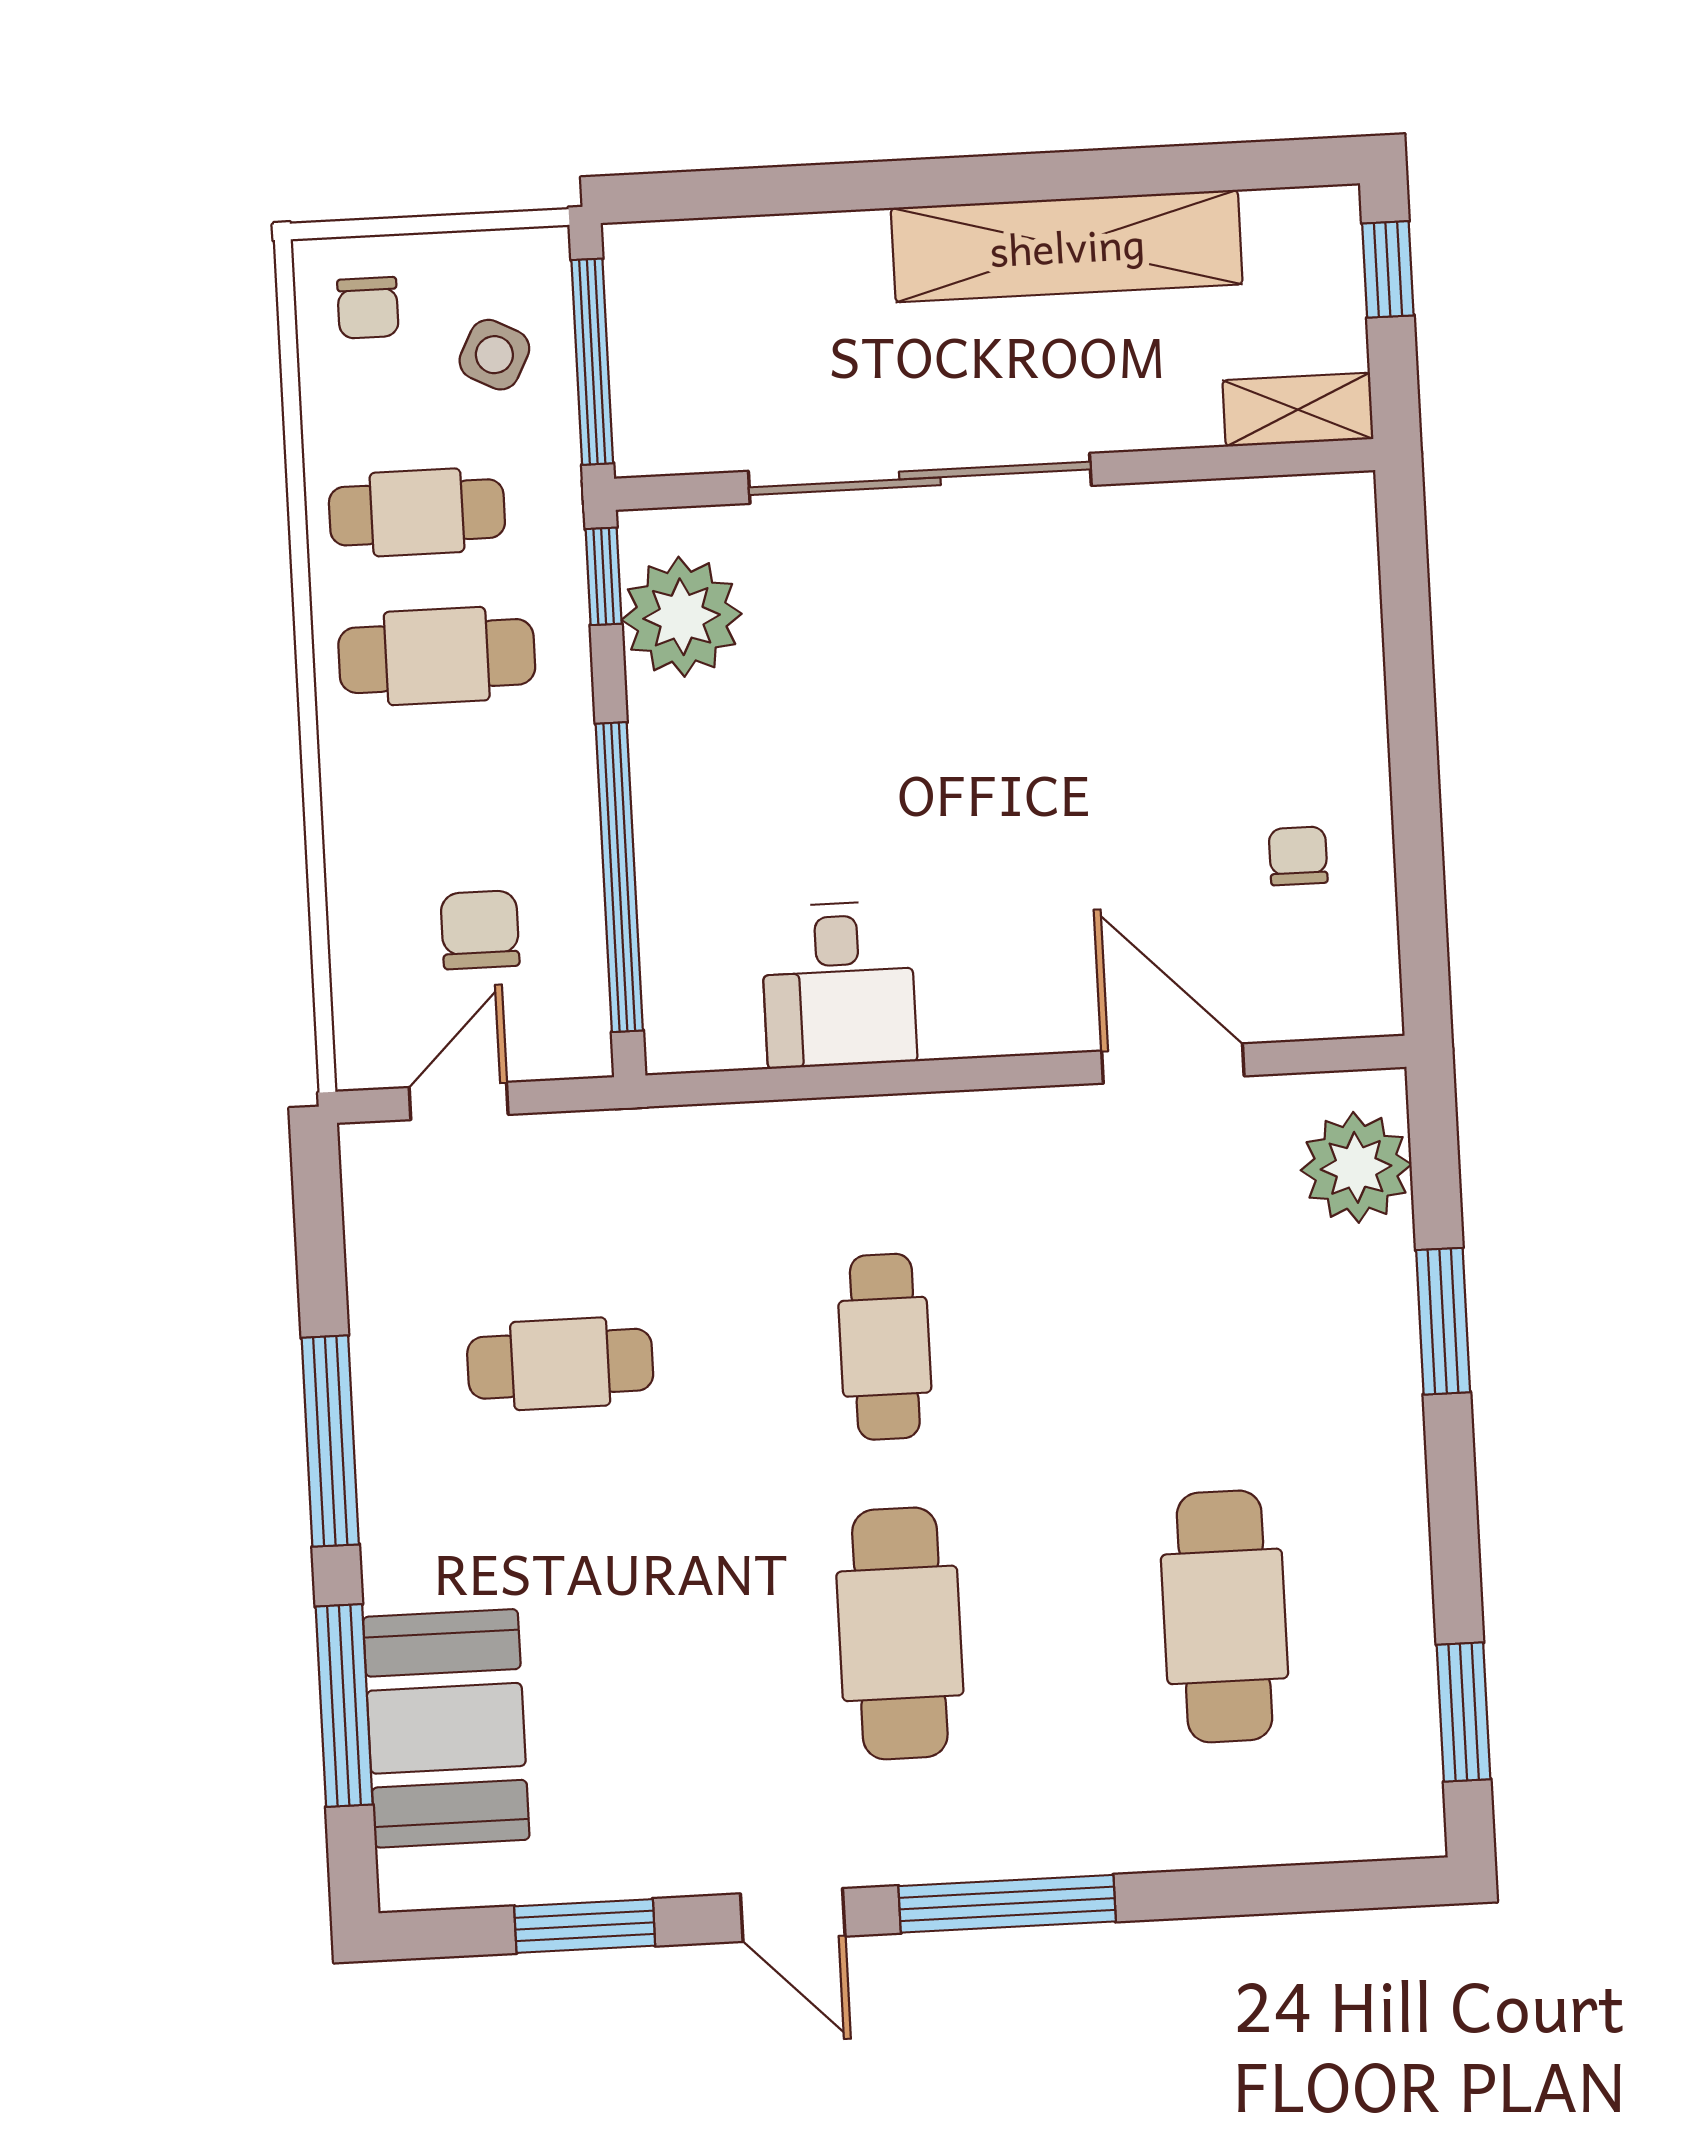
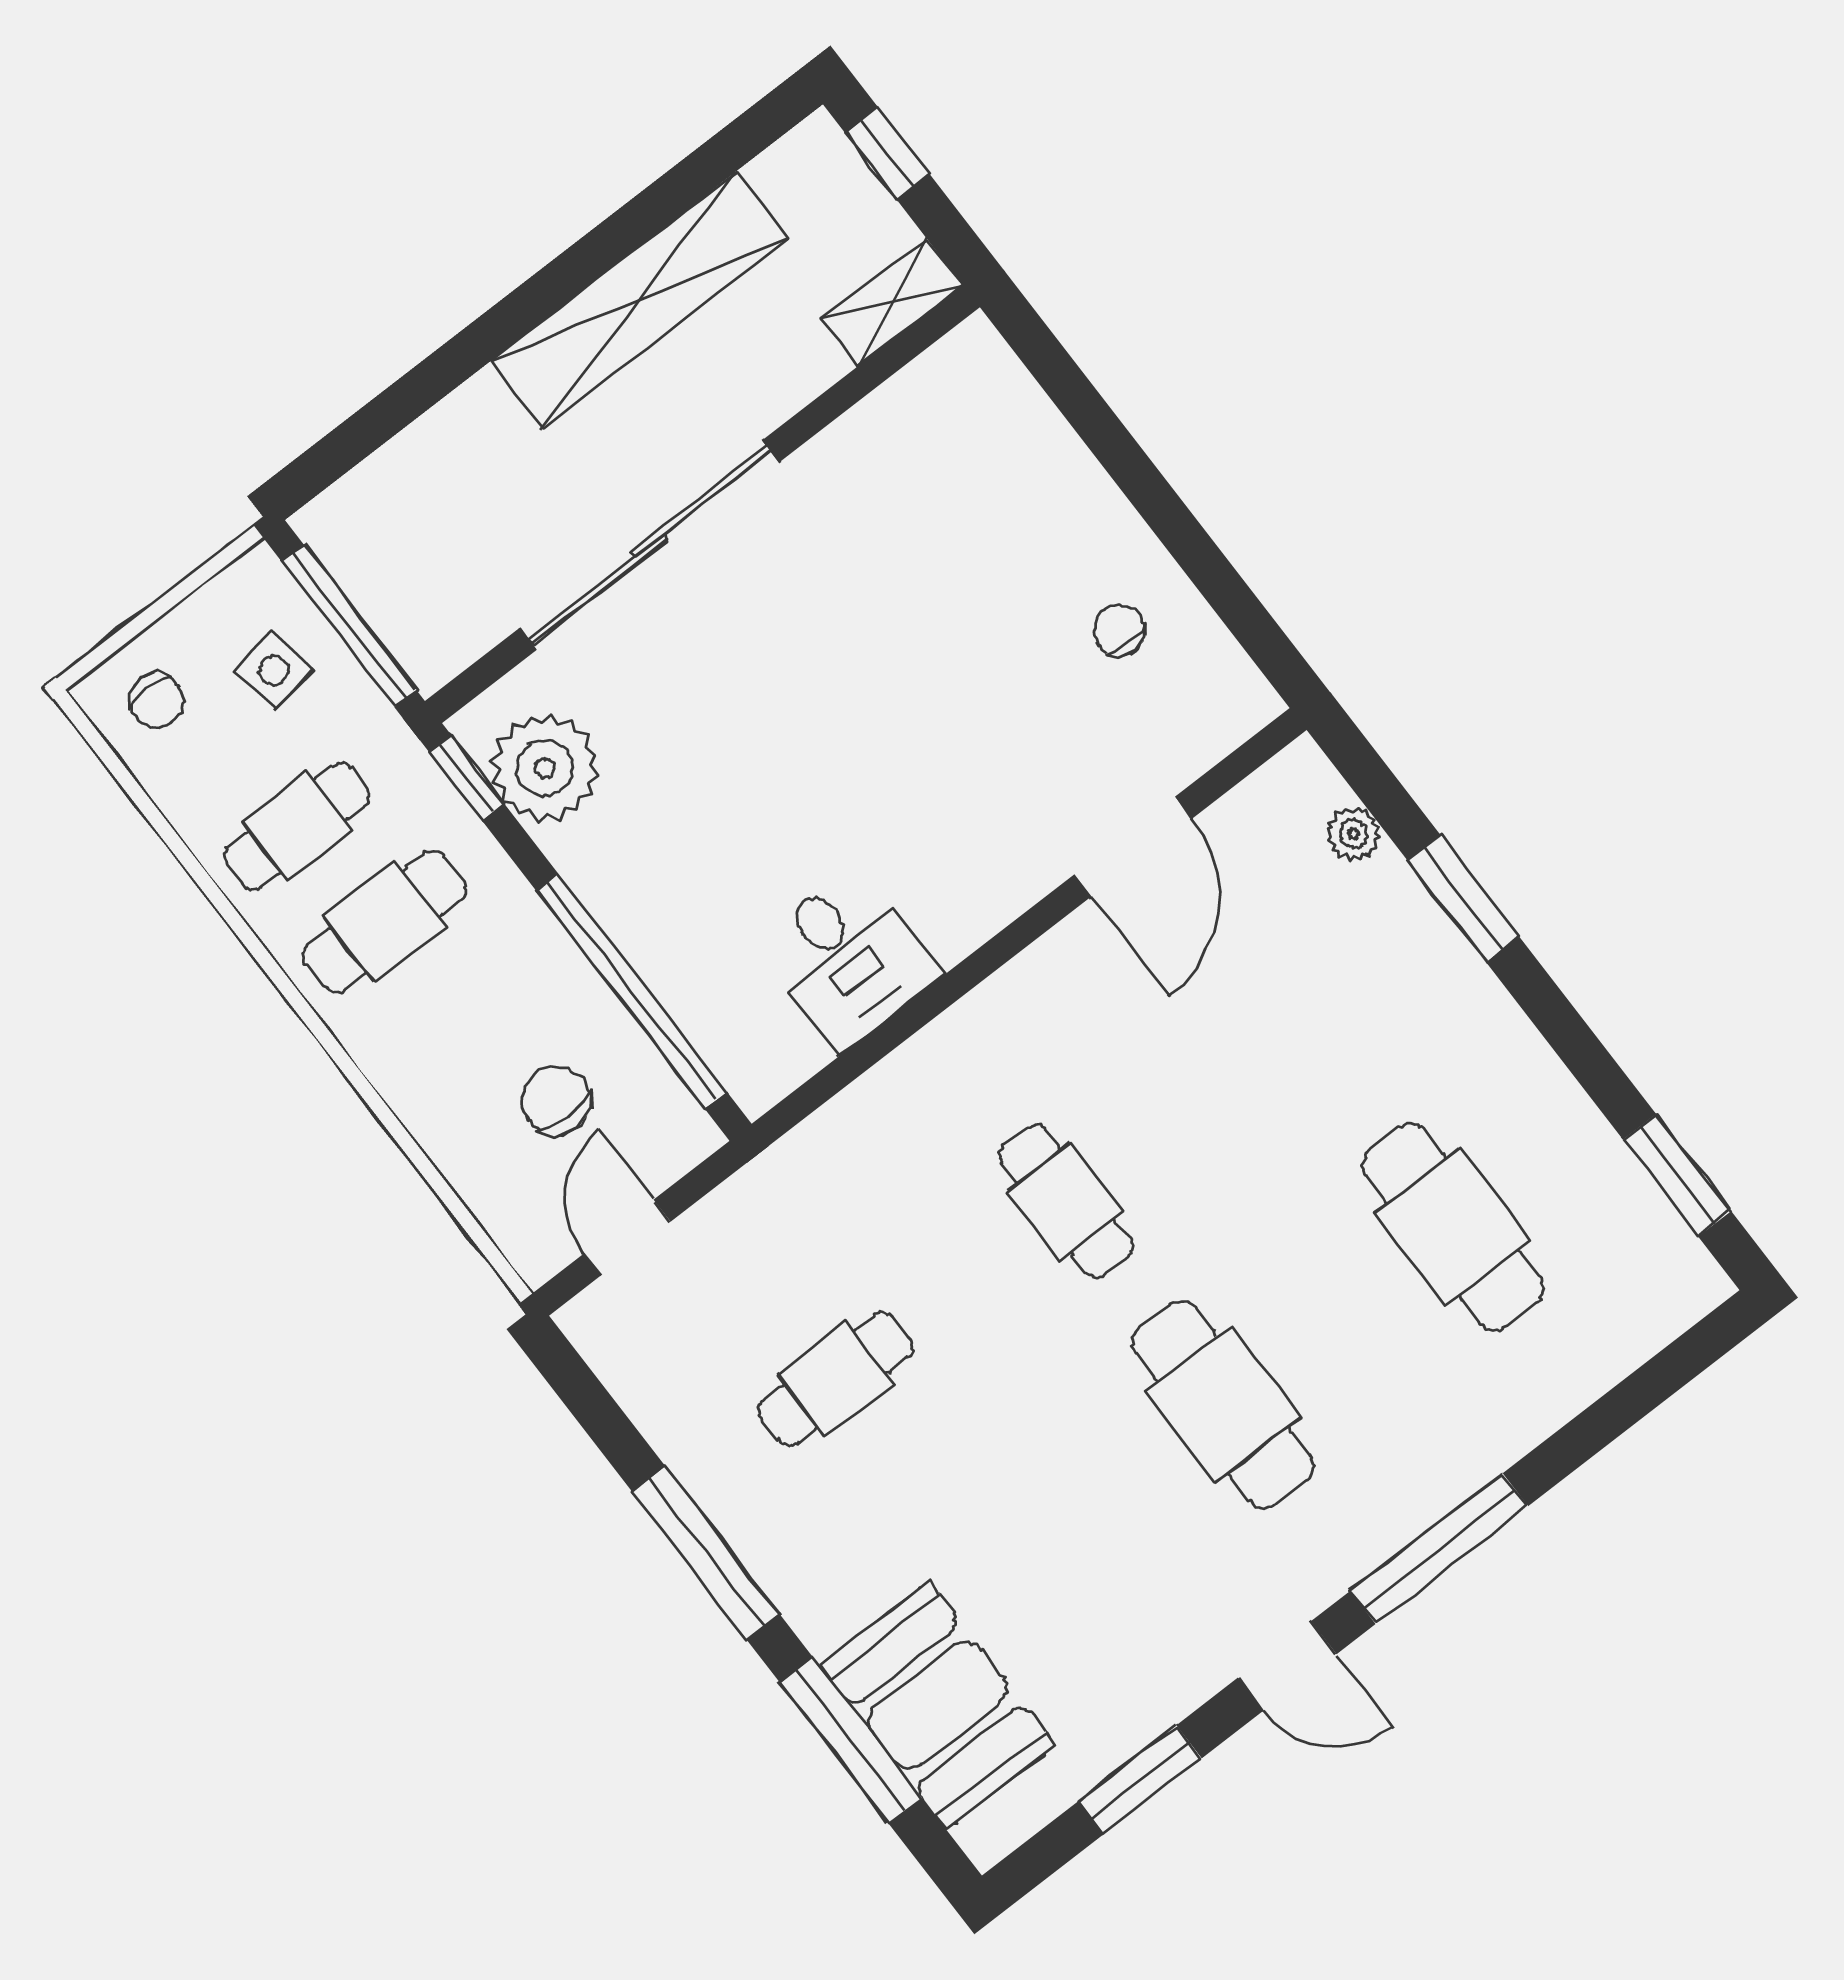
side table: (494, 355) -> (274, 671), turned -36
door: (1173, 1063) -> (1133, 846), swing flipped
plant: (1356, 1167) -> (1353, 834), width x0.53, depth x0.53

